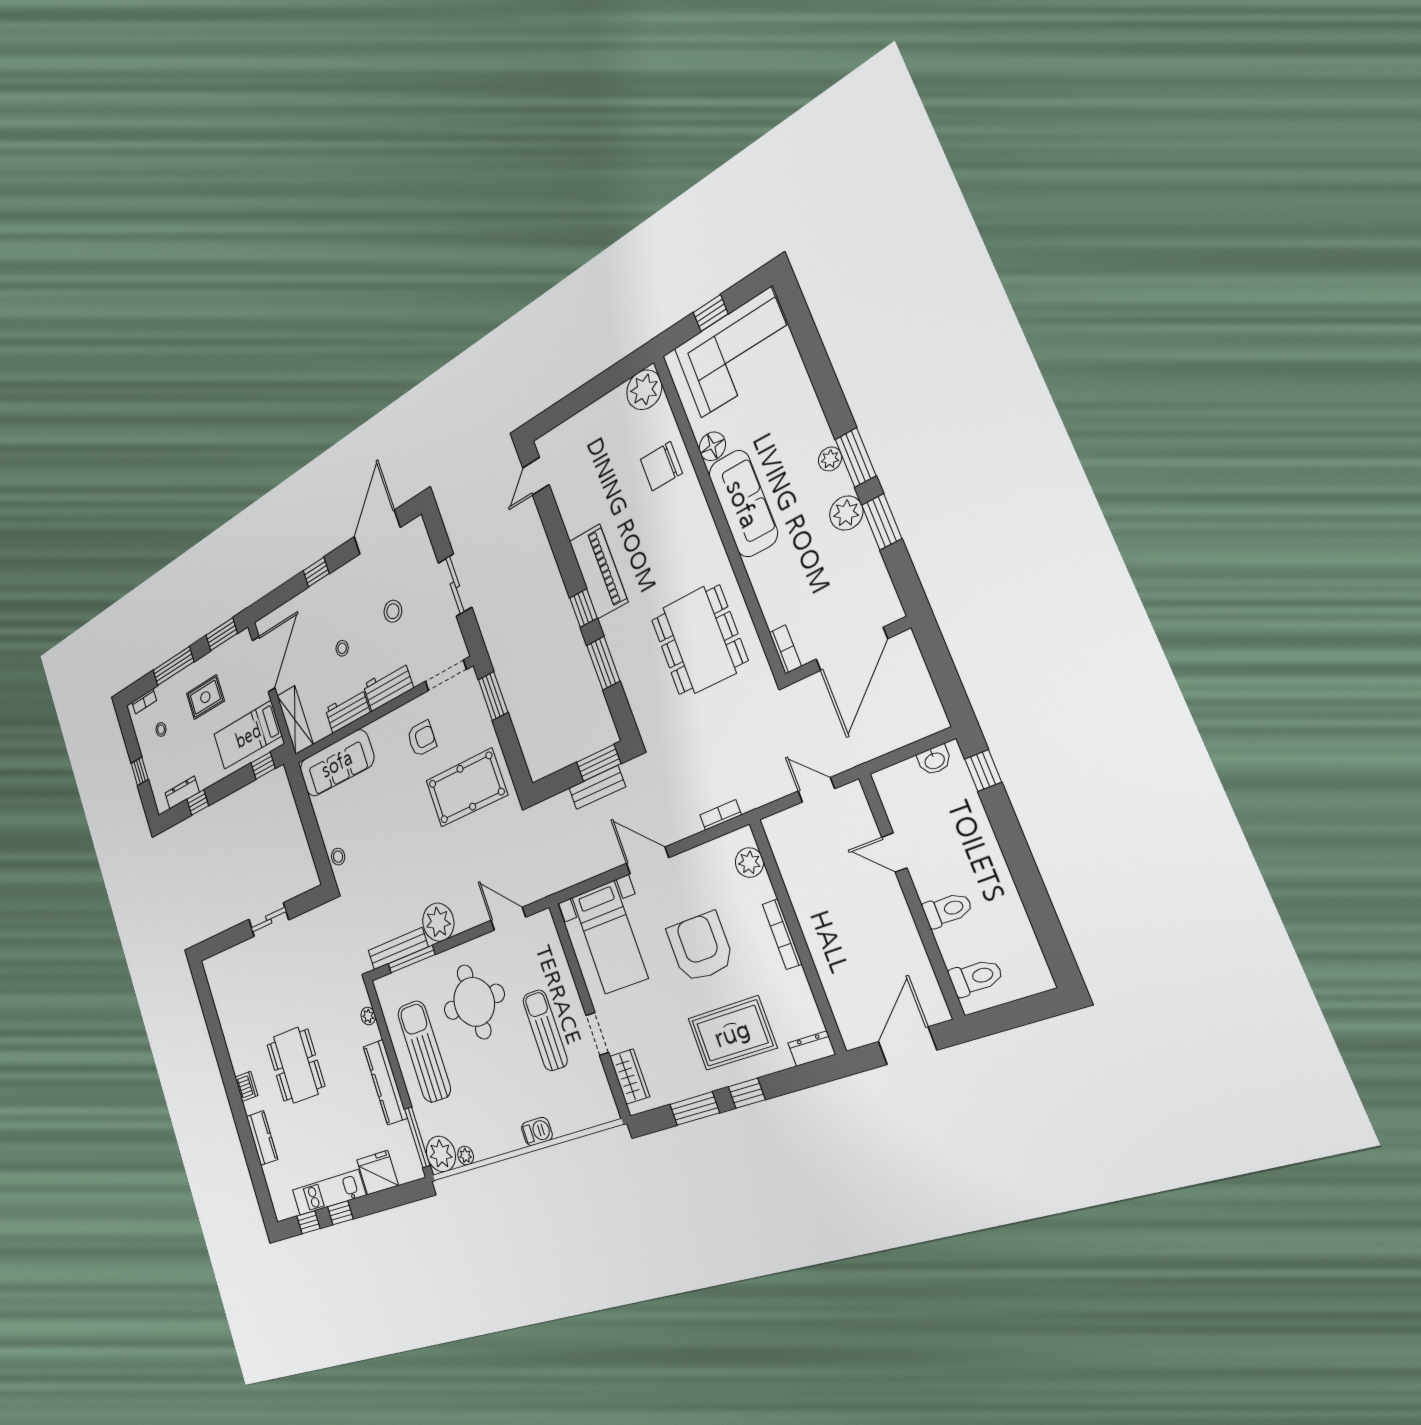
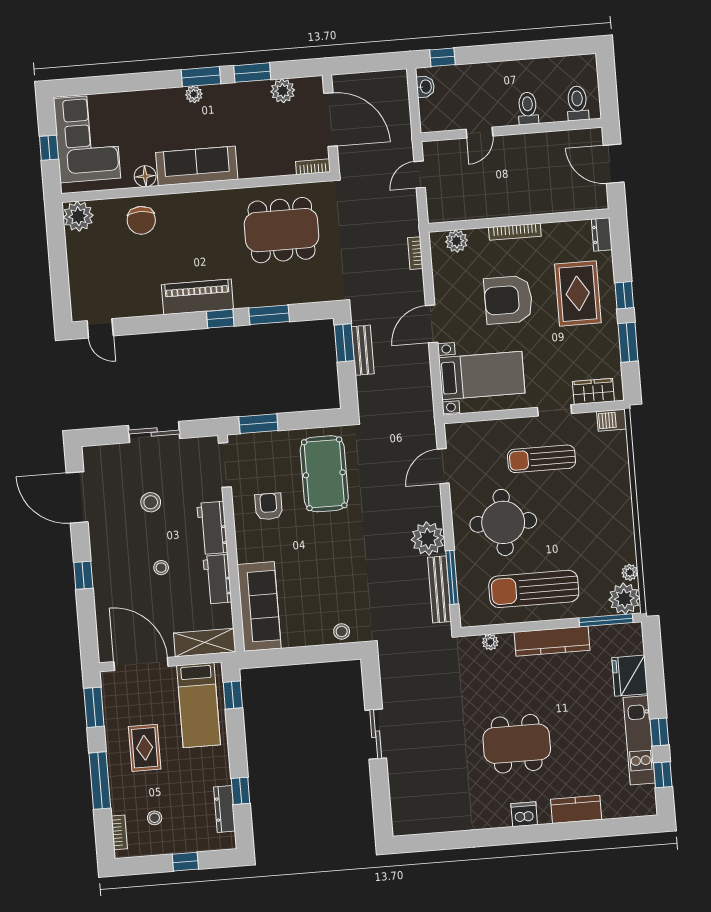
plant: (846, 513) -> (283, 91), moved
barbecue: (537, 1131) -> (612, 420), moved, turned -90

